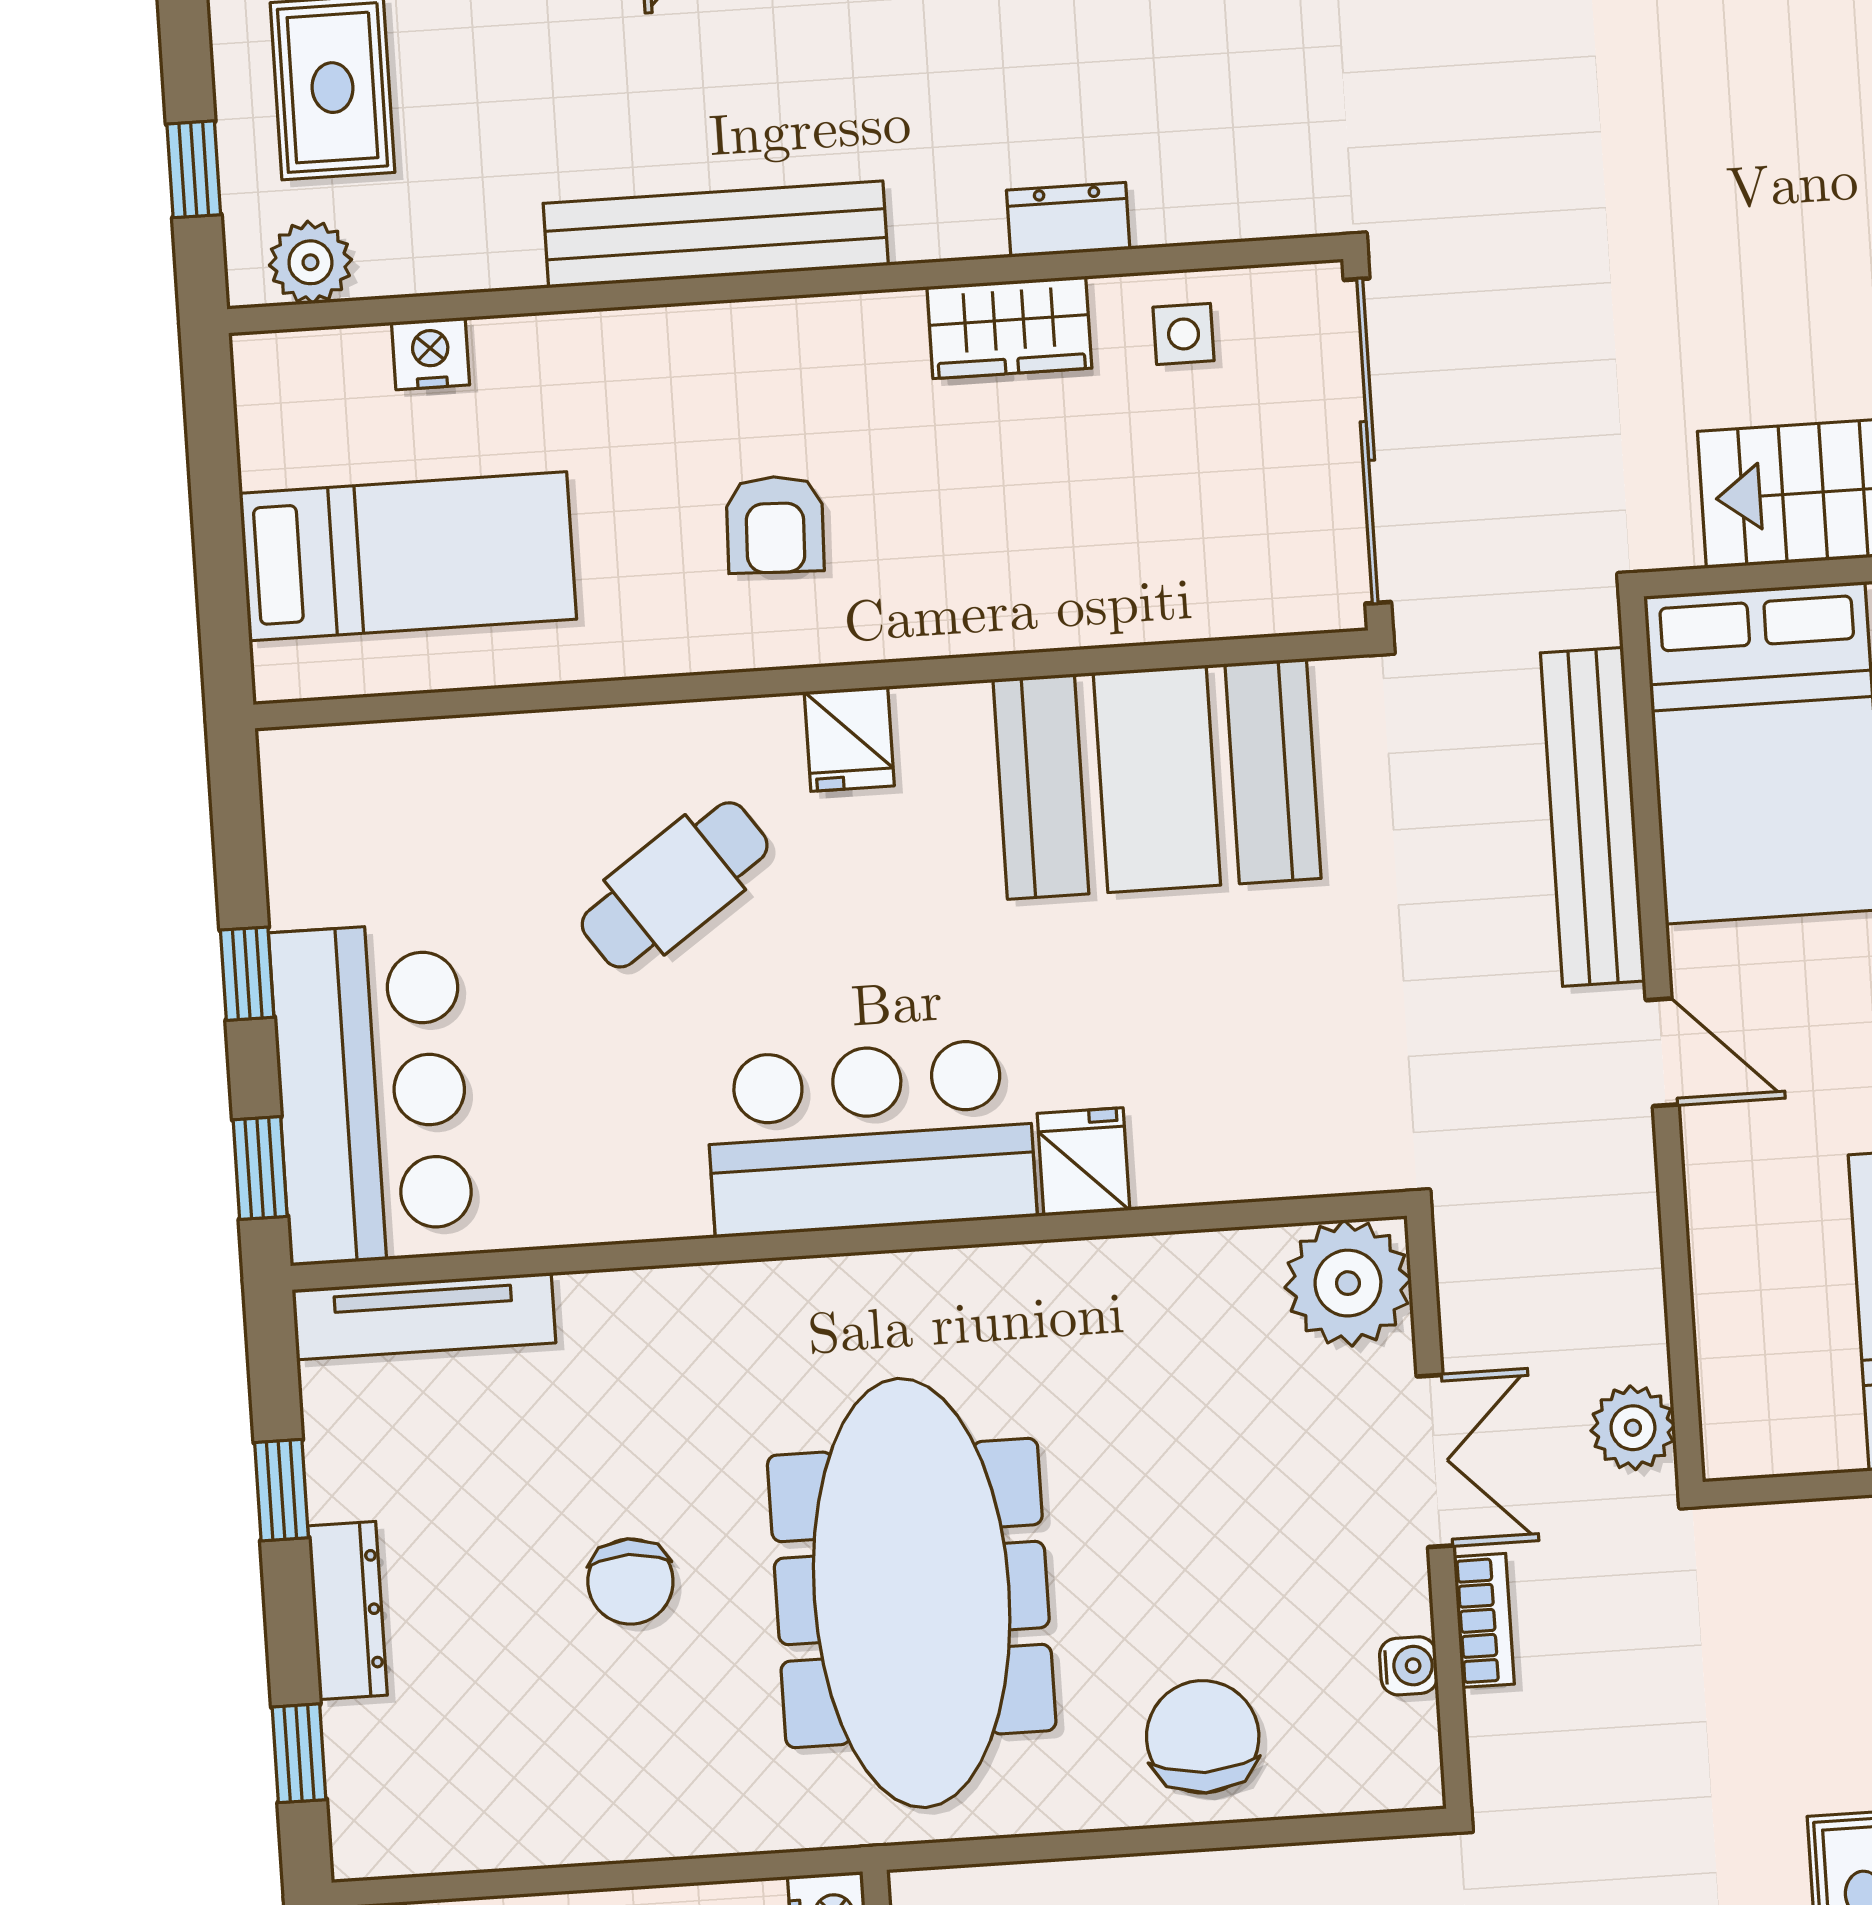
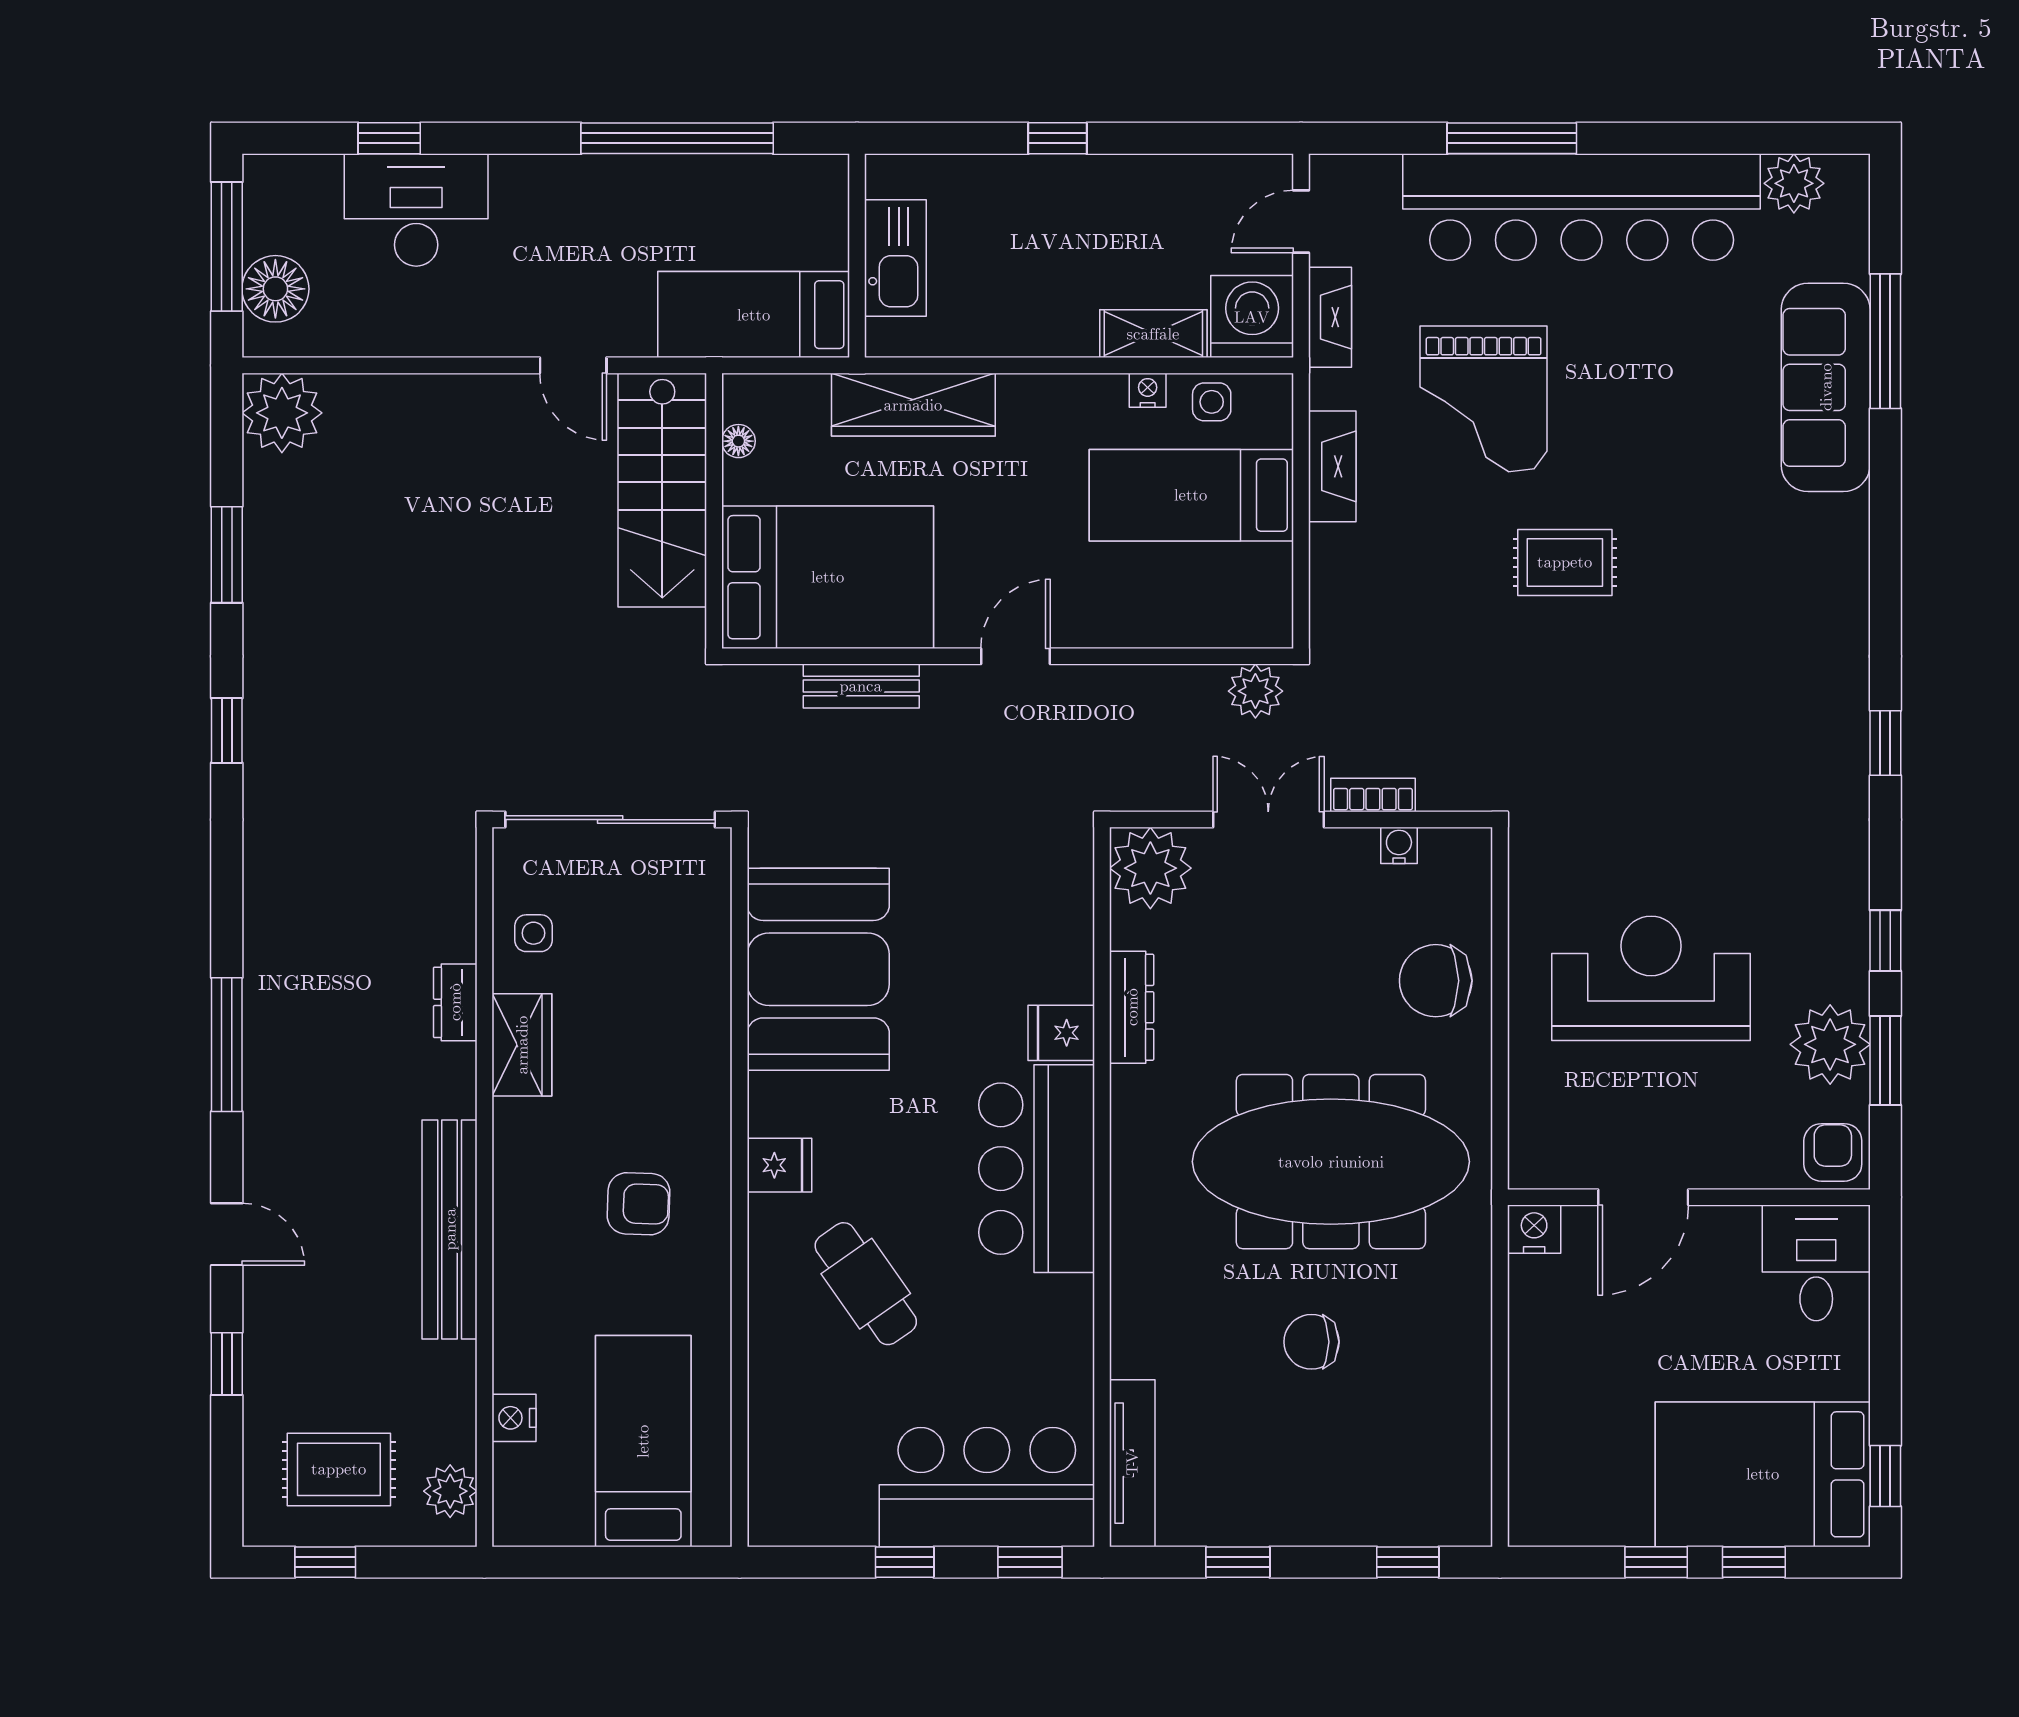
window: (194, 169) -> (325, 1562), moved
bench: (1593, 817) -> (861, 686), width x0.54, depth x0.82
chair: (630, 1582) -> (1312, 1342), turned 180
dresser: (347, 1610) -> (1132, 1007), moved, turned 90

